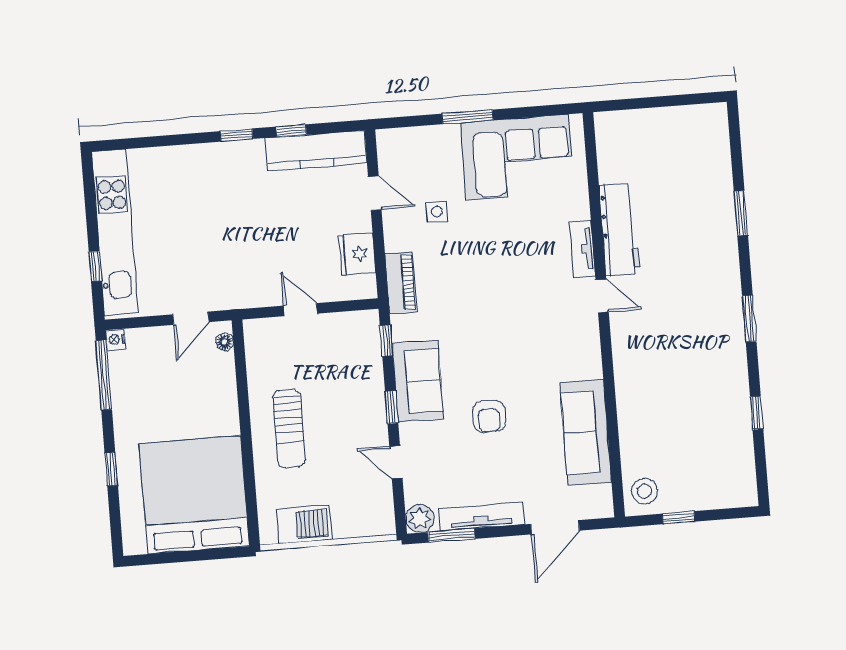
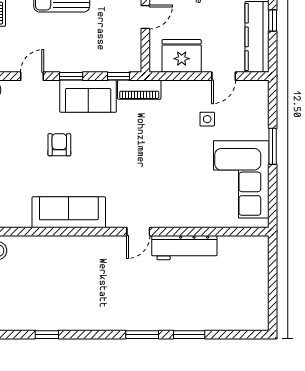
tv unit: (582, 249) -> (173, 220), removed
fridge: (357, 254) -> (182, 56), width x1.36, depth x1.34
piano: (401, 283) -> (139, 90), moved
window: (749, 319) -> (142, 335), moved
armchair: (489, 416) -> (59, 145), turned 90
sofa: (586, 432) -> (69, 212), moved

